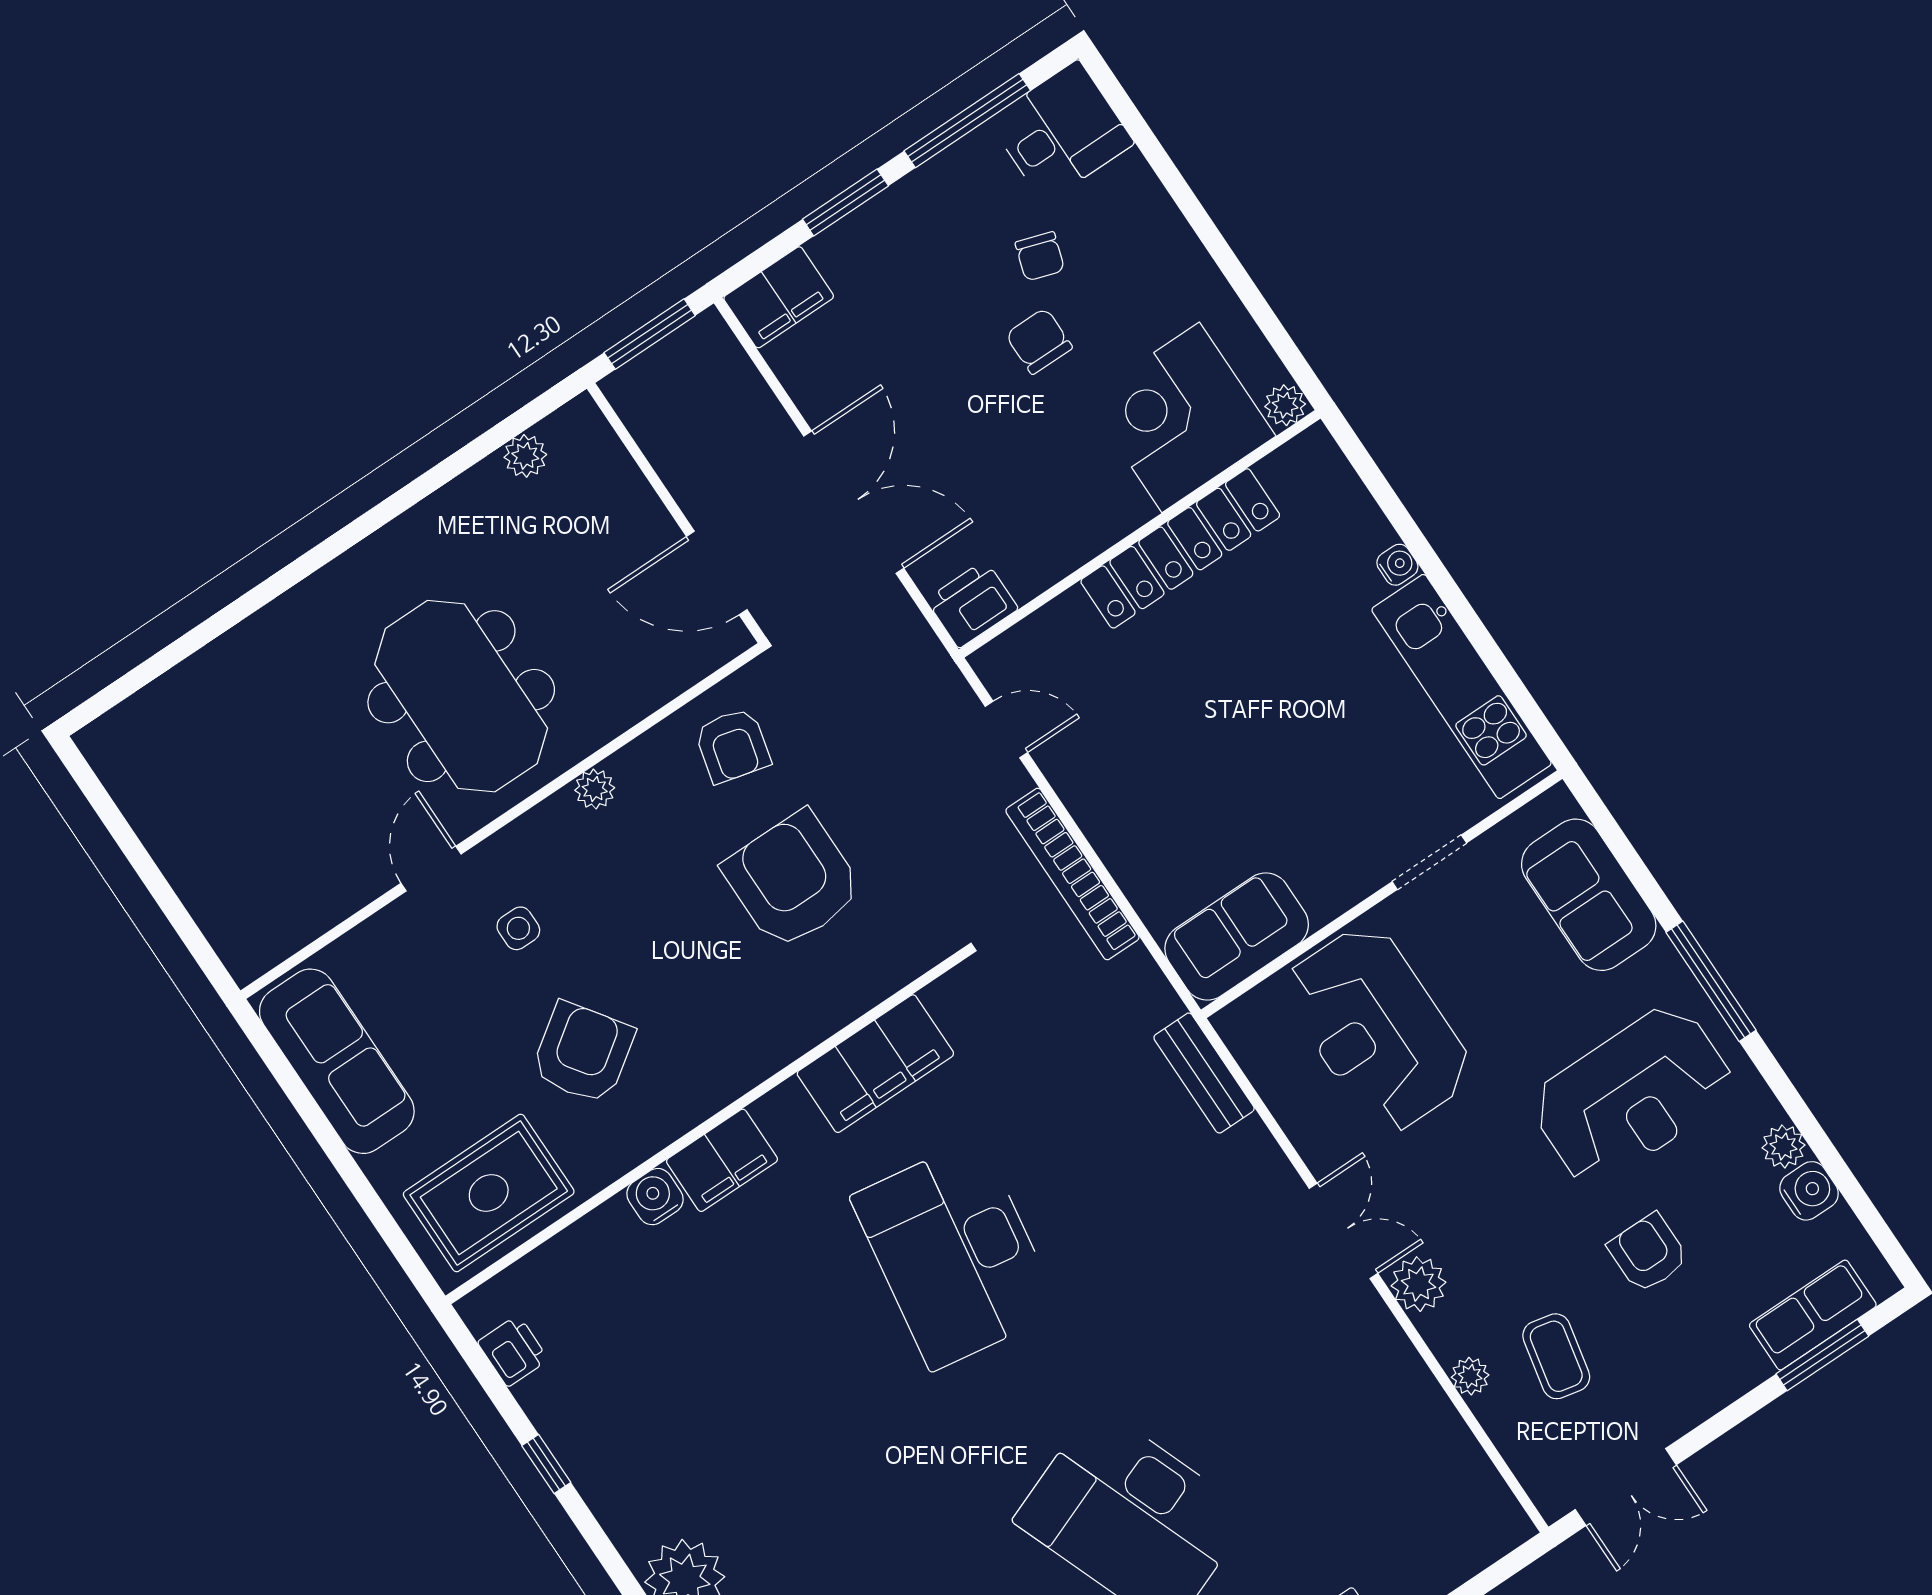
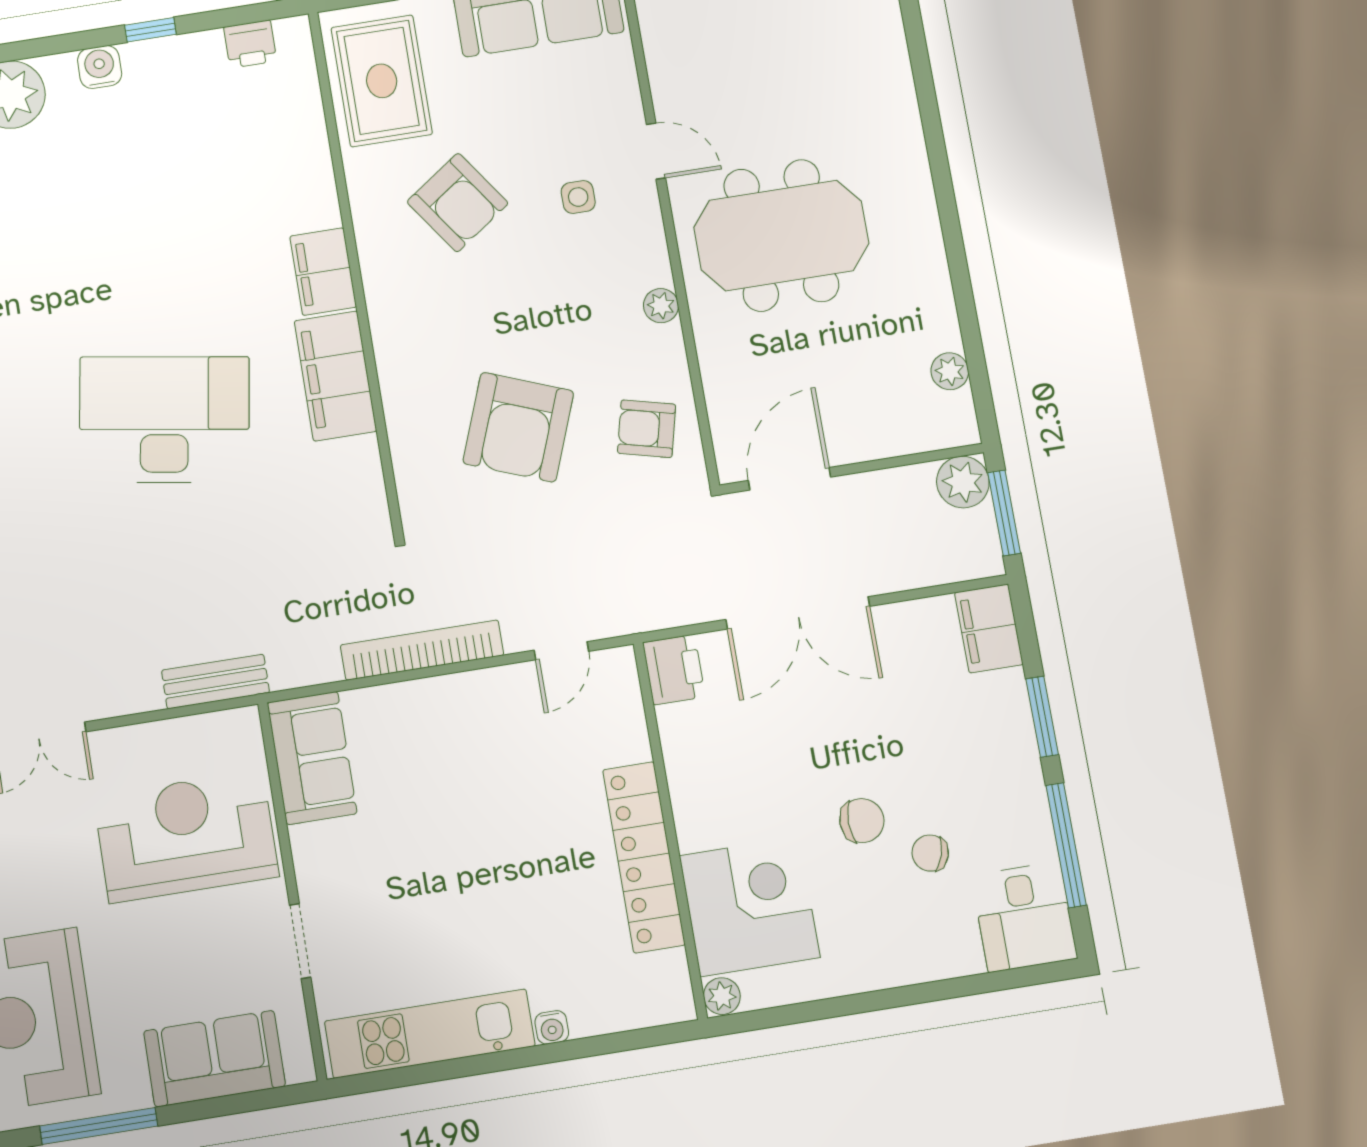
plant: (637, 391) -> (963, 482), added
armchair: (793, 880) -> (518, 427), turned 111
filing cabinet: (875, 1064) -> (335, 376), moved
water cooler: (655, 1197) -> (100, 67), moved, turned -90

